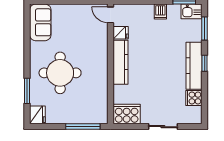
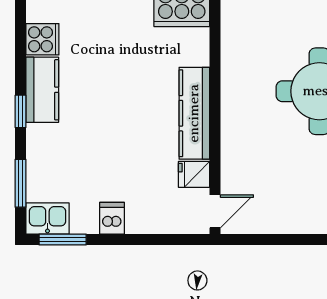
door: (111, 15) -> (215, 211), hinge flipped
kitchen counter: (194, 66) -> (42, 90), width x0.67

